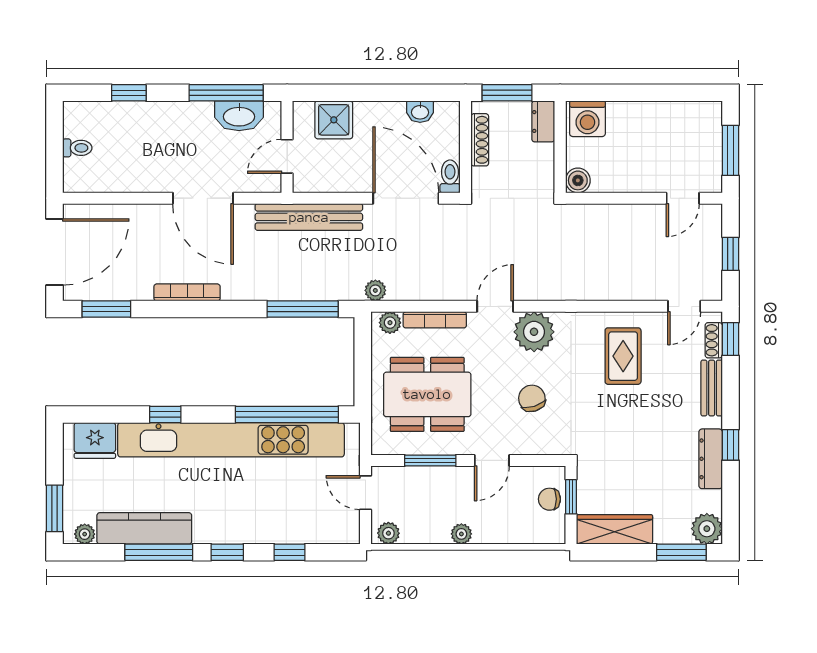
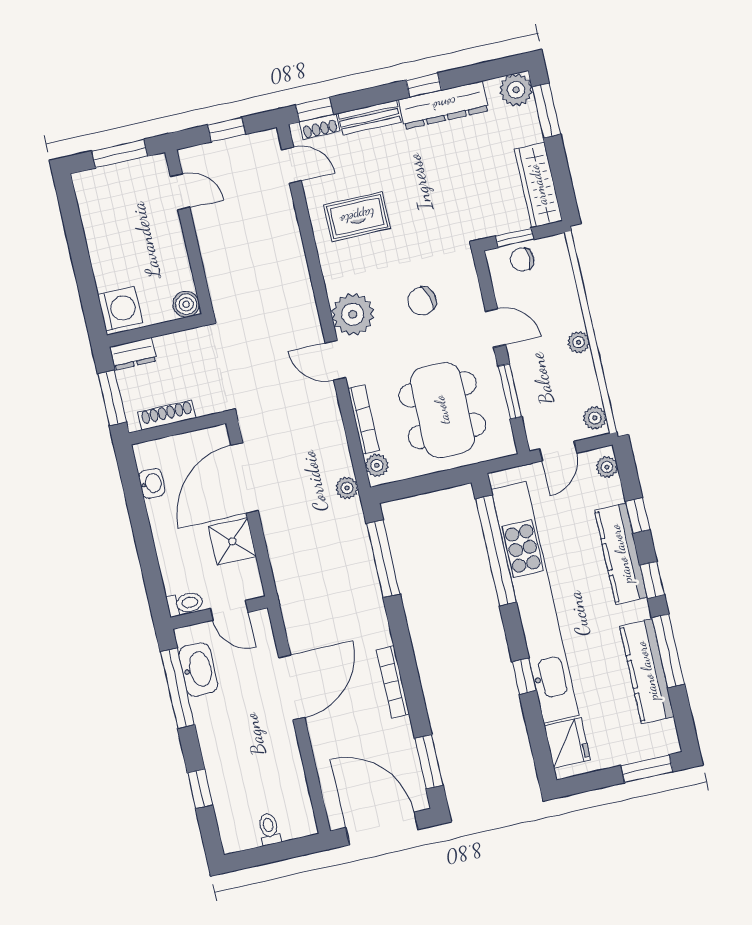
shower: (334, 120) -> (232, 541), moved
toilet: (450, 176) -> (185, 603), moved, turned 180
bench: (309, 217) -> (287, 574), removed
dresser: (711, 459) -> (444, 105), width x1.37, depth x1.24
chair: (549, 499) -> (522, 259), turned 90
kitchen counter: (258, 529) -> (621, 554), added
plant: (85, 534) -> (607, 467), moved

